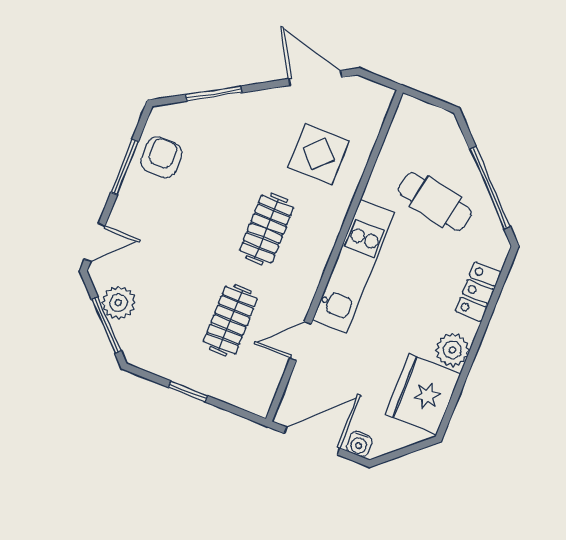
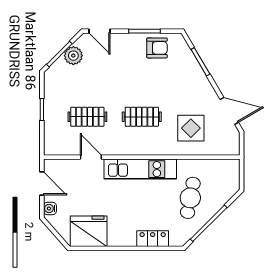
door: (315, 78) -> (229, 111), hinge flipped
plant: (452, 350) -> (117, 237), removed
door: (312, 441) -> (42, 184), width x0.73

